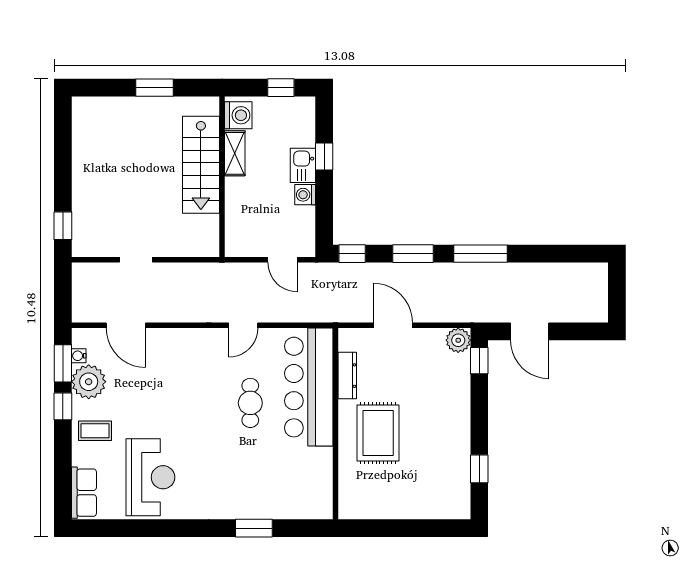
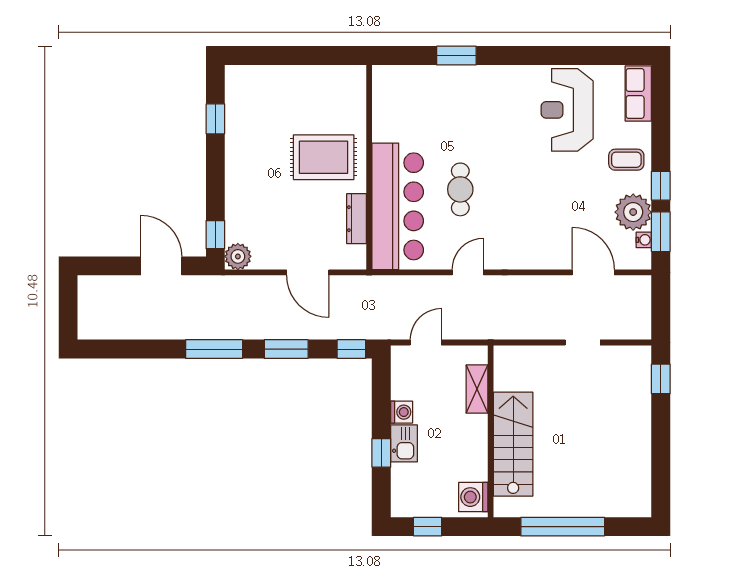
window: (155, 88) -> (563, 527), width x2.11
shelving: (235, 153) -> (477, 389), moved
door: (282, 260) -> (426, 342), hinge flipped
rug: (378, 433) -> (324, 157), turned 90

